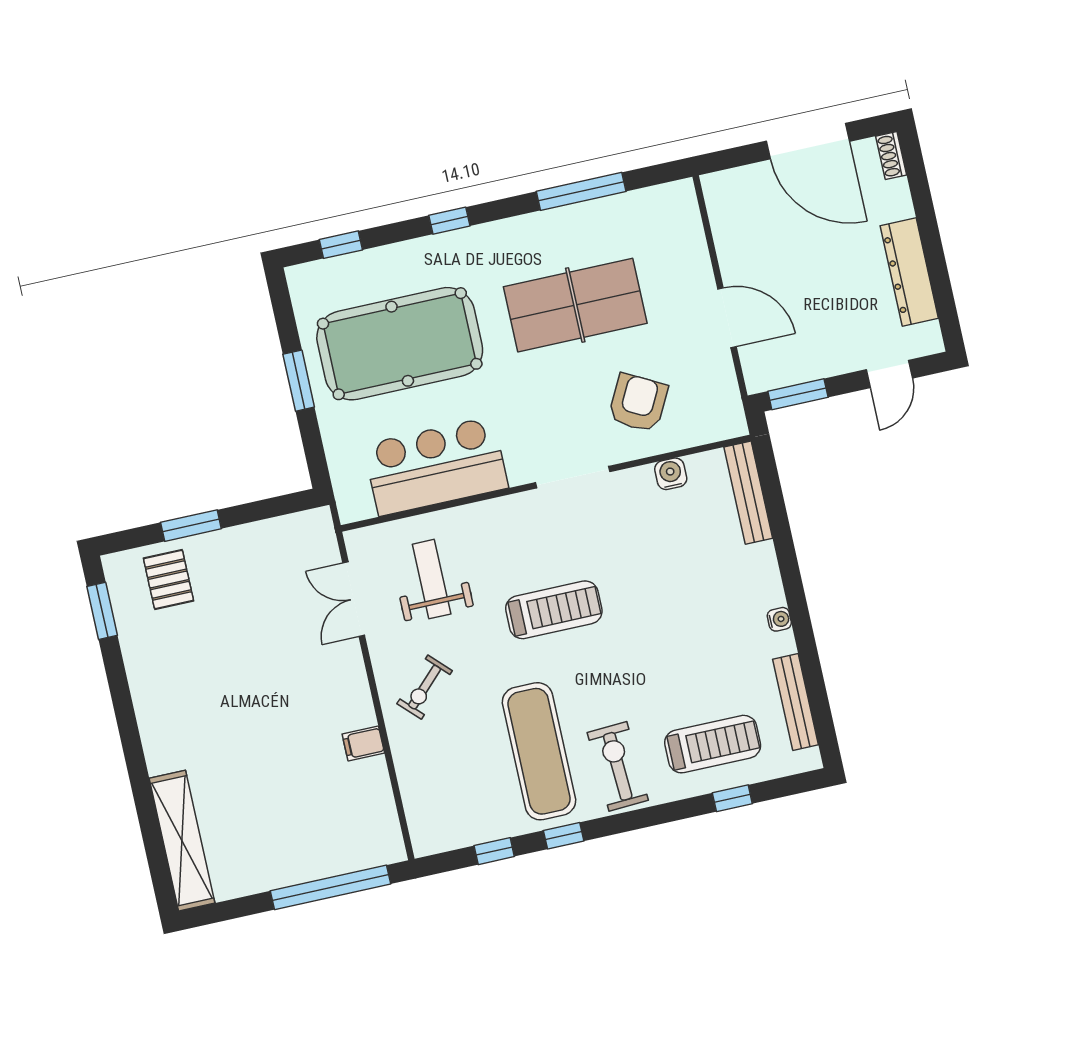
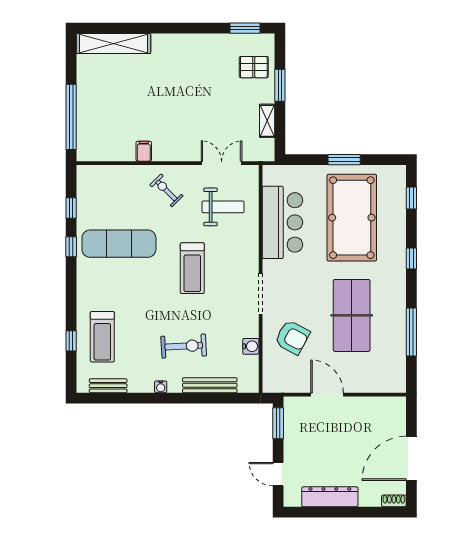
door: (727, 318) -> (327, 395), swing flipped
bench: (748, 493) -> (210, 385), moved
shelving: (260, 534) -> (267, 121), added
bench: (795, 702) -> (108, 386), width x0.73
exercise bike: (618, 766) -> (184, 346), moved

